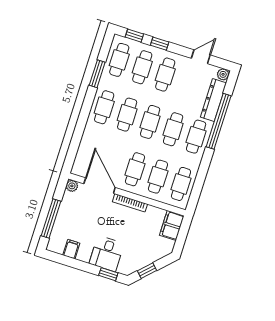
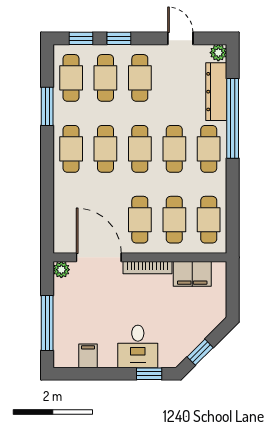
door: (201, 57) -> (180, 38), hinge flipped
filing cabinet: (172, 225) -> (192, 274), moved, turned -90

